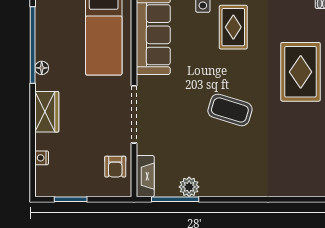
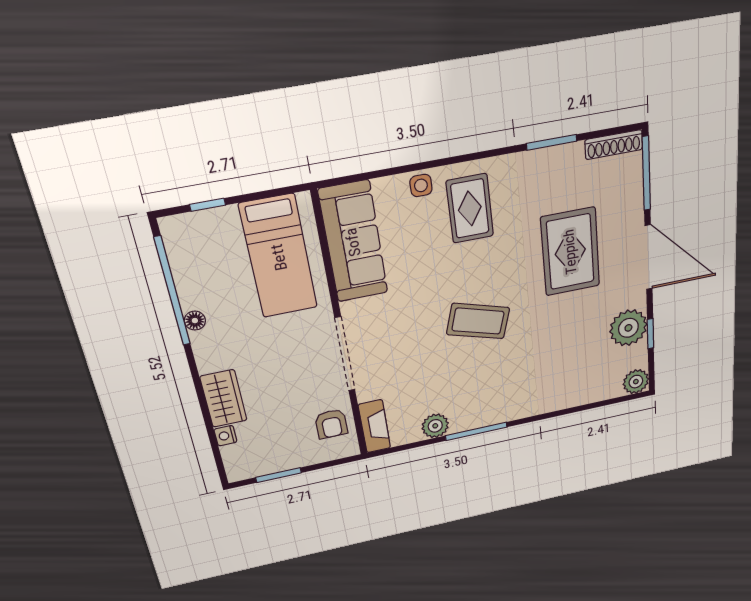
wardrobe: (47, 112) -> (224, 399), moved
window: (175, 199) -> (476, 431), moved

